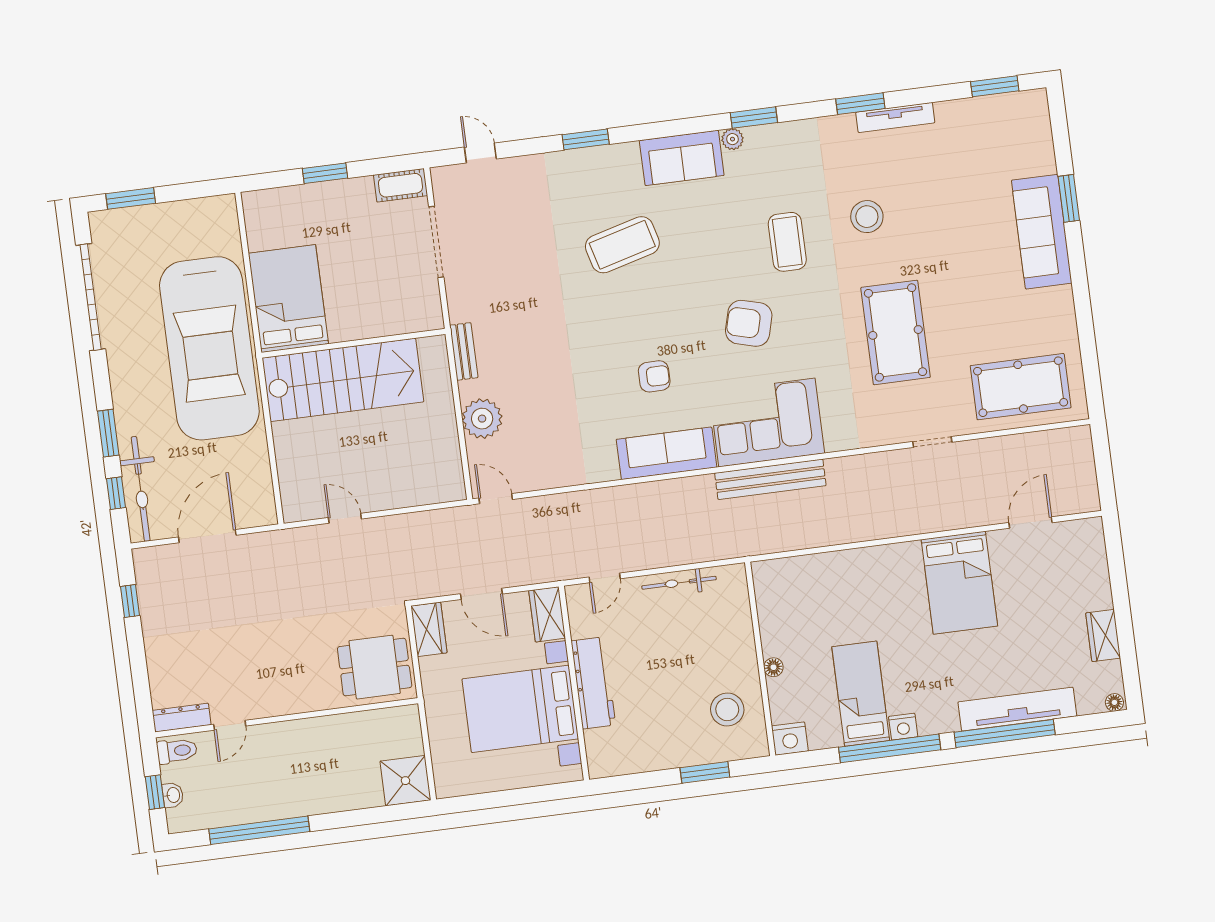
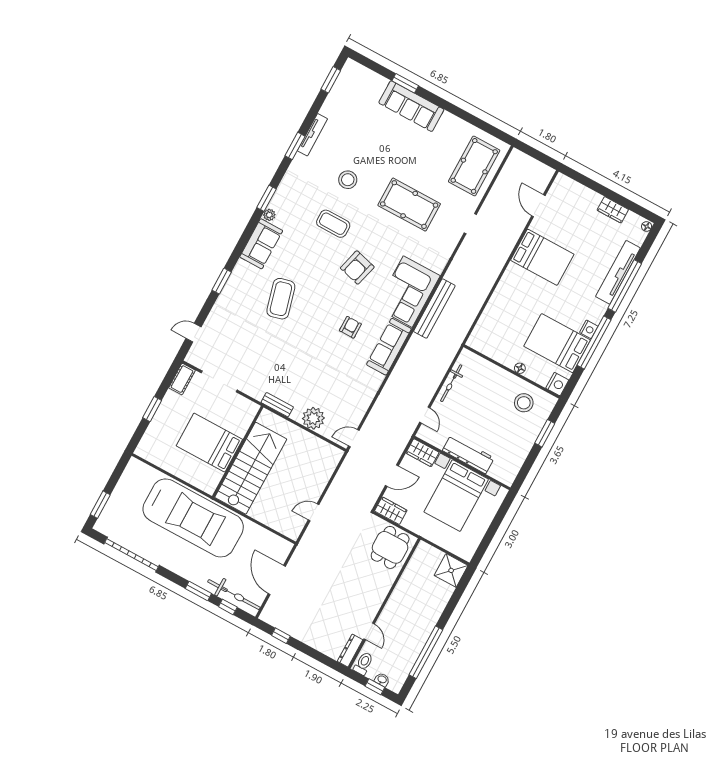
bed: (288, 299) -> (209, 443), moved
bed: (861, 694) -> (557, 343), width x1.50

